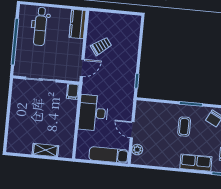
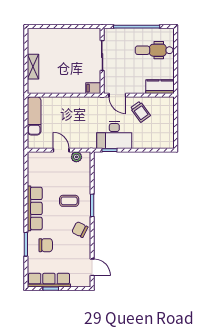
desk: (93, 113) -> (114, 135), moved, turned 180
door: (132, 130) -> (61, 150), hinge flipped
plant: (137, 150) -> (76, 157), moved
exam couch: (109, 155) -> (34, 116), moved
row of seats: (196, 163) -> (35, 208), width x1.48

